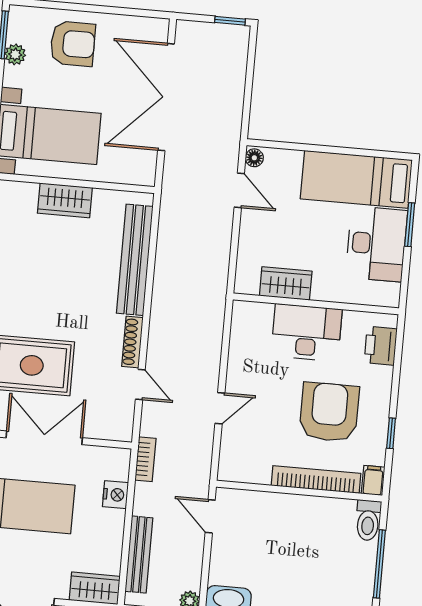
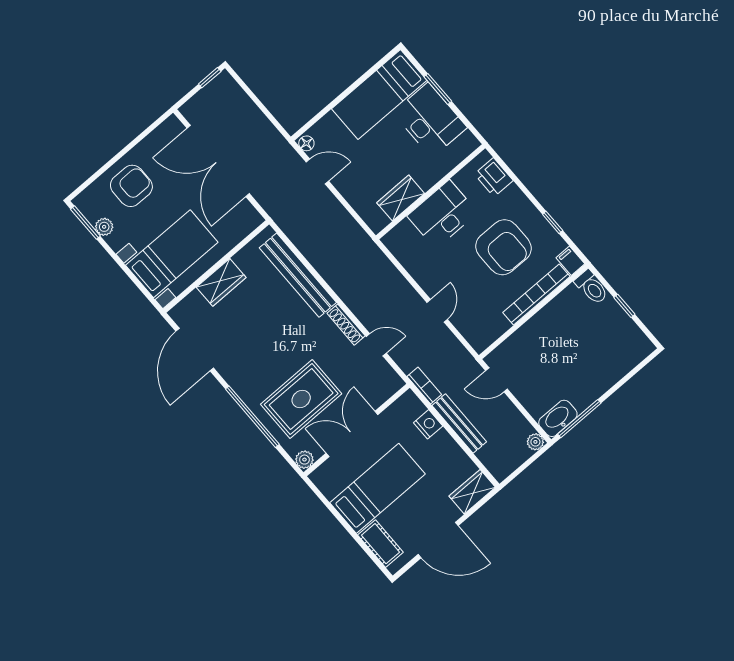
armchair: (329, 412) -> (503, 247), turned 180
bench: (139, 555) -> (459, 424), moved
window: (379, 564) -> (624, 306), width x0.46

